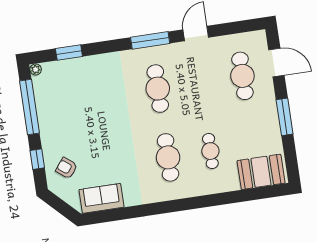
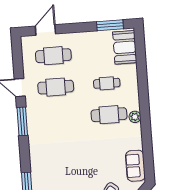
cafe table: (158, 89) -> (56, 87), moved
window: (285, 117) -> (110, 25), moved
plant: (168, 193) -> (135, 117), added

